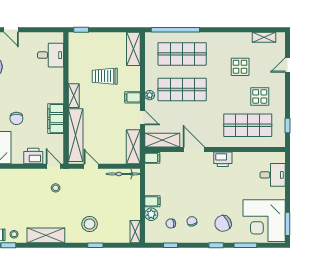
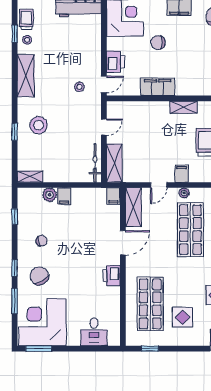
shelving: (76, 135) -> (139, 109), removed
shelving: (133, 147) -> (114, 163), moved, turned 90
chair: (171, 223) -> (39, 217), removed

